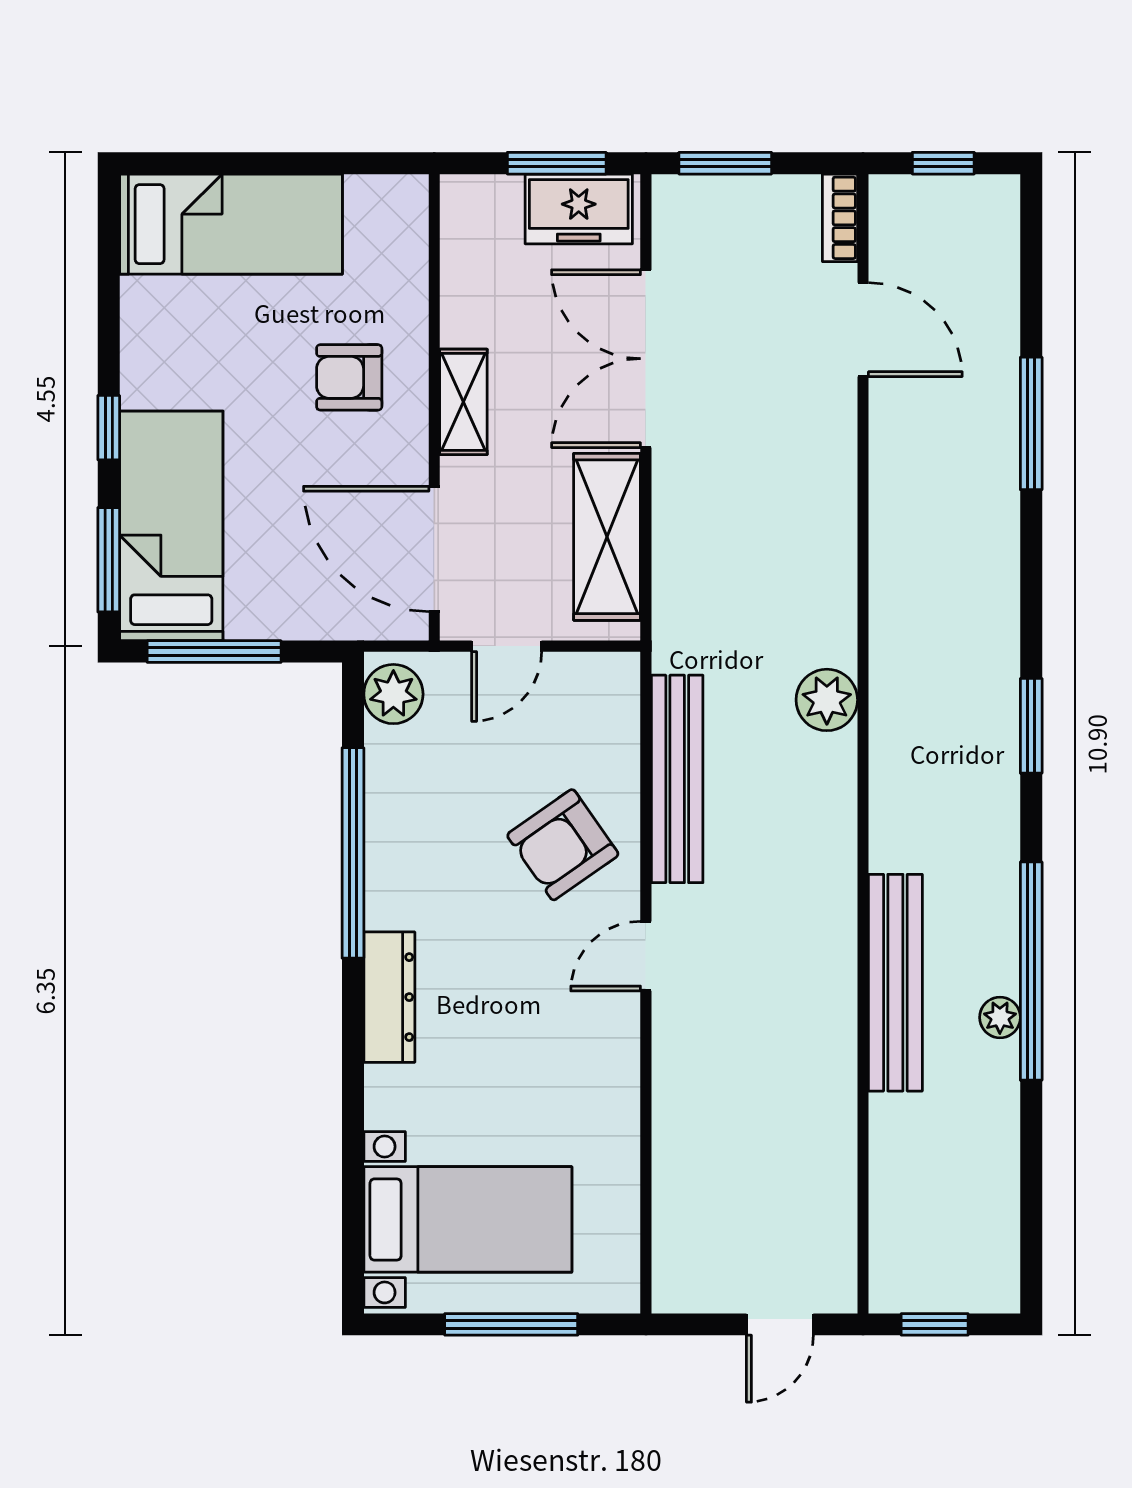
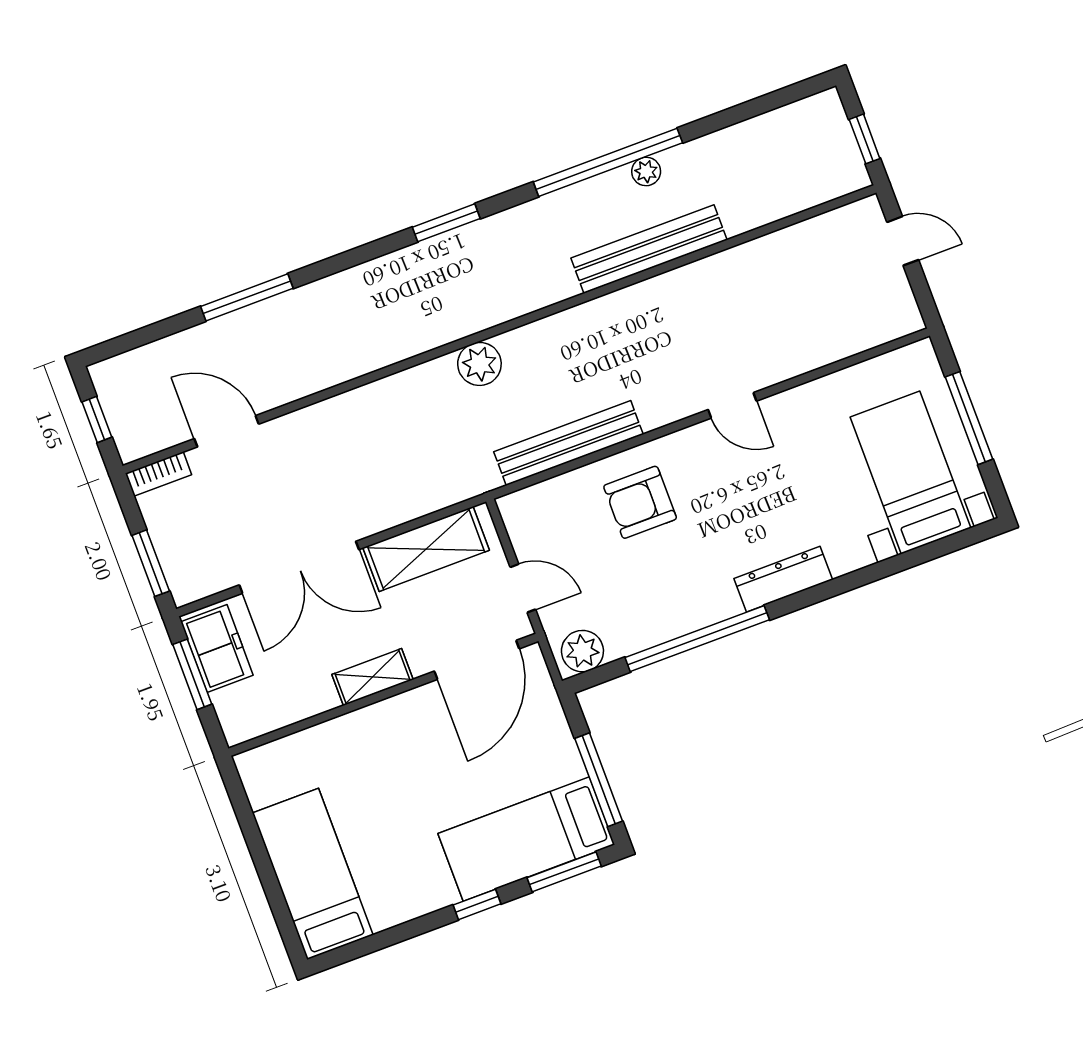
door: (863, 330) -> (227, 431), hinge flipped
armchair: (349, 377) -> (385, 758), removed
armchair: (563, 845) -> (640, 502), turned 125
door: (646, 956) -> (732, 405), moved

